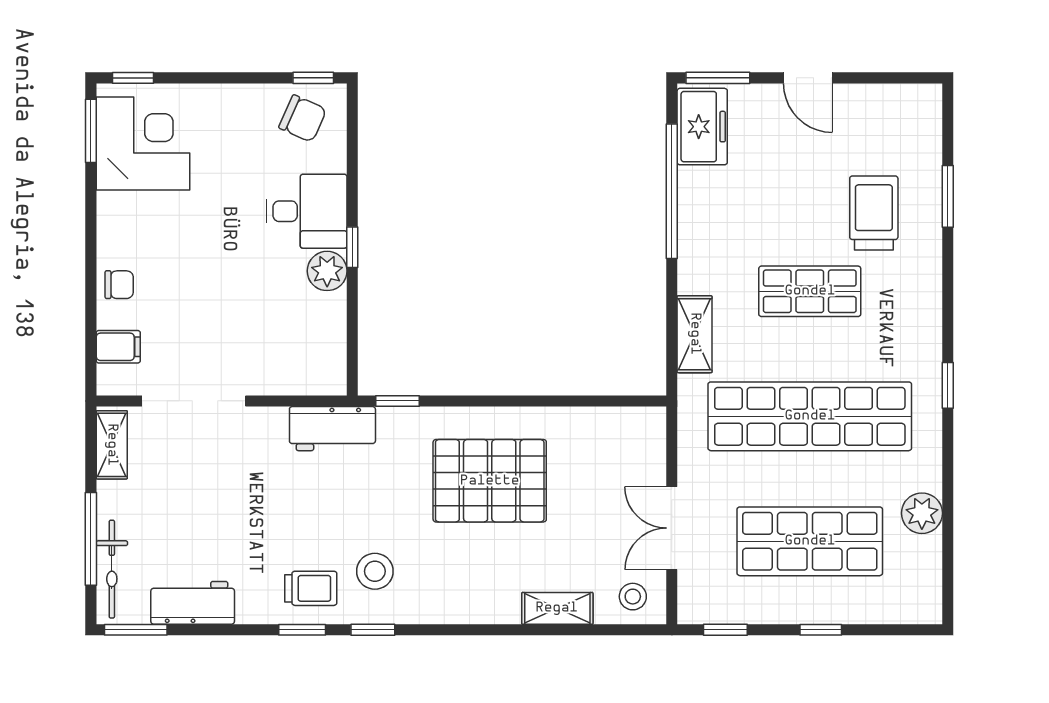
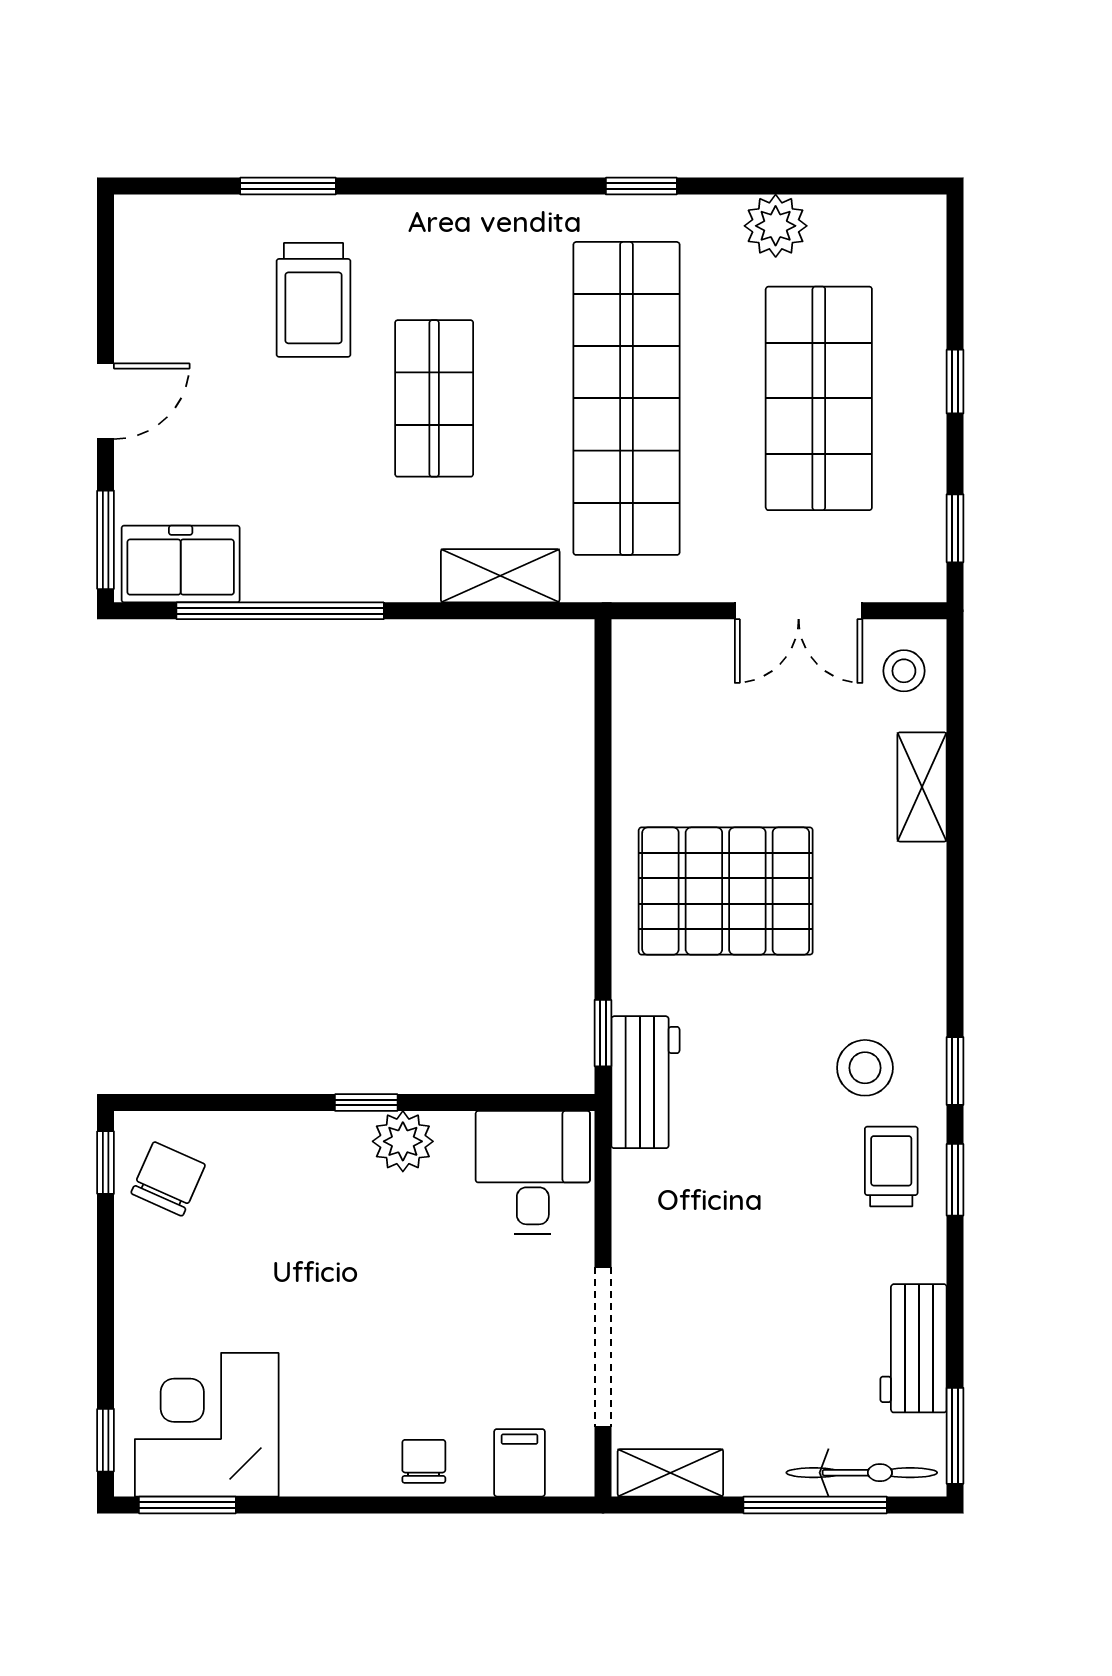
desk: (307, 211) -> (533, 1173), moved
trolley: (874, 213) -> (314, 300), turned -90
window: (948, 385) -> (641, 186), moved
workbench: (332, 429) -> (645, 1082), moved
pallet: (490, 481) -> (726, 891), turned 90

